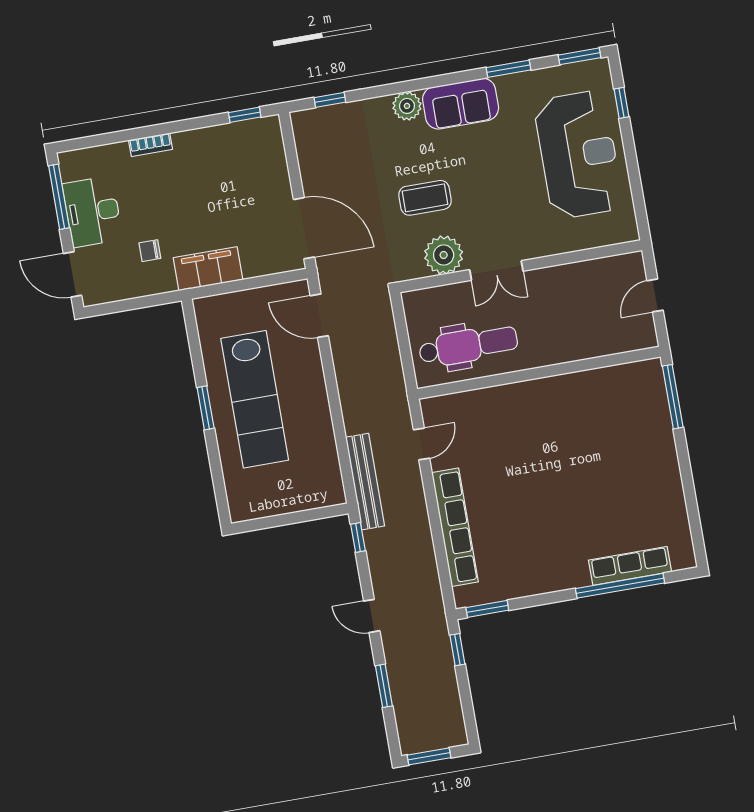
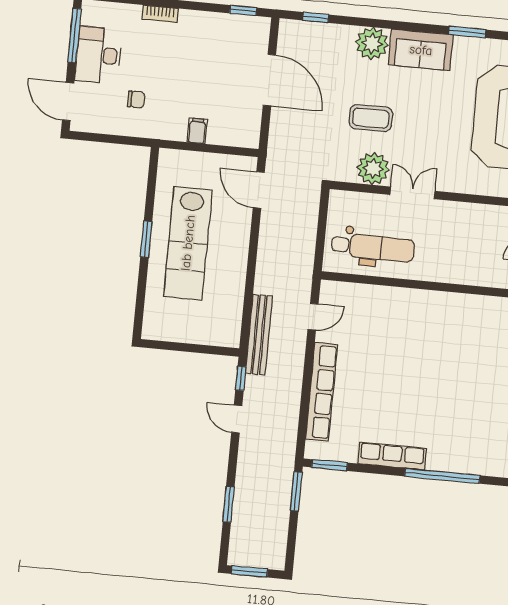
plant: (407, 106) -> (372, 44), width x1.36, depth x1.36
door: (304, 228) -> (269, 80), moved
chair: (150, 251) -> (136, 99), turned 180
filing cabinet: (208, 269) -> (197, 131), width x0.33, depth x0.86
double door: (496, 270) -> (412, 193), swing flipped
row of seats: (630, 566) -> (392, 456), moved
door: (372, 616) -> (237, 419), moved
window: (457, 650) -> (296, 491), width x1.50

